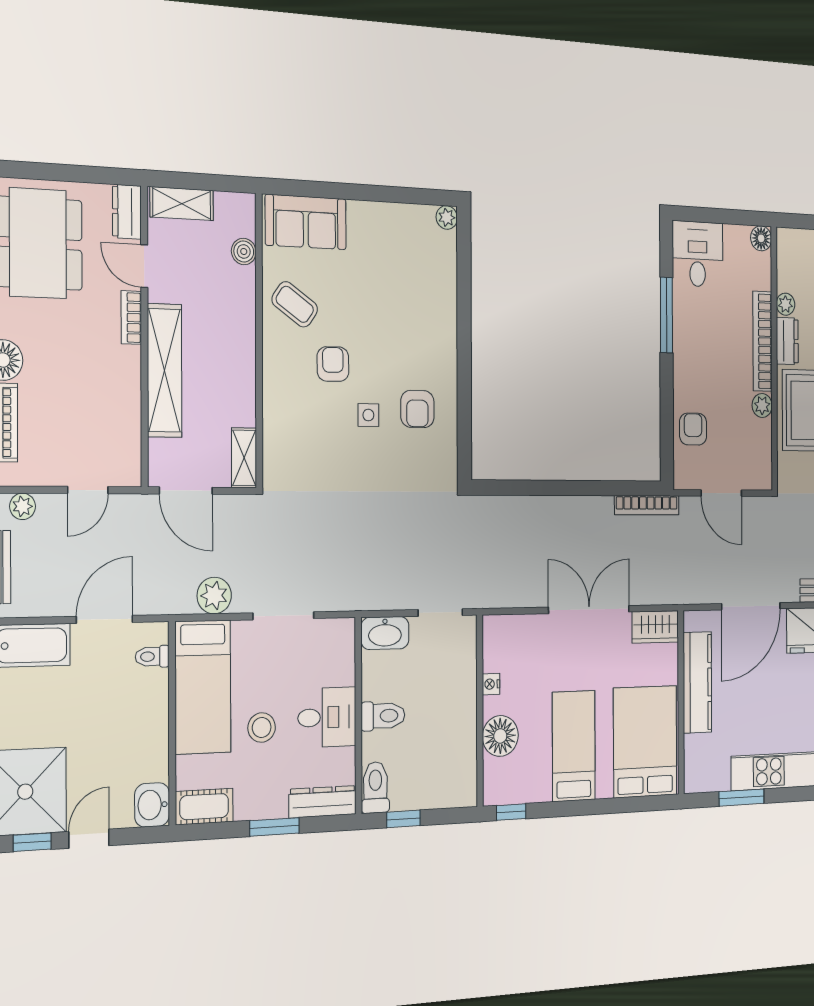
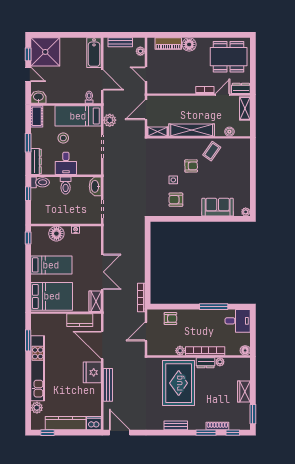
sofa: (306, 222) -> (218, 207), moved, turned 90
shelving: (164, 370) -> (192, 130), moved
kitchen counter: (697, 682) -> (80, 320), width x0.67

